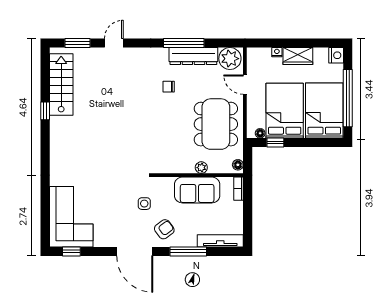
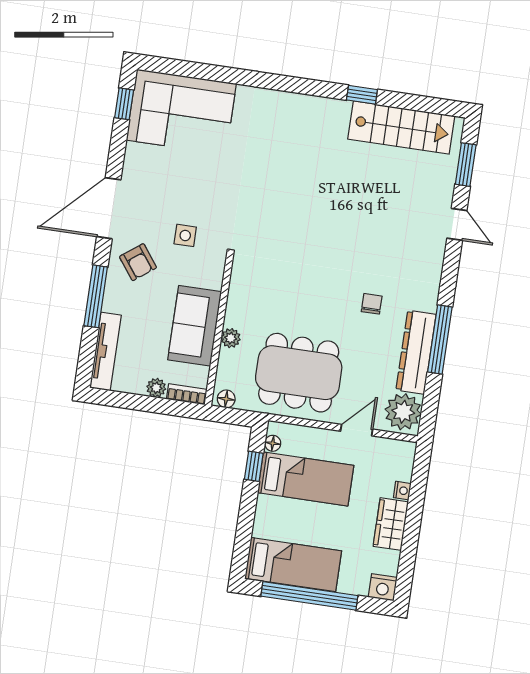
bed: (324, 110) -> (293, 565), width x0.67
bed: (285, 111) -> (306, 479), width x0.67
plant: (237, 207) -> (156, 388), added

